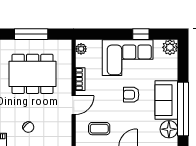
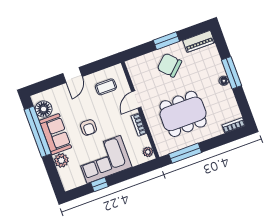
window: (31, 34) -> (185, 153), moved
plant: (170, 47) -> (61, 160), moved
armchair: (131, 95) -> (88, 127), turned 91
chair: (28, 127) -> (169, 65), width x1.87, depth x1.87

